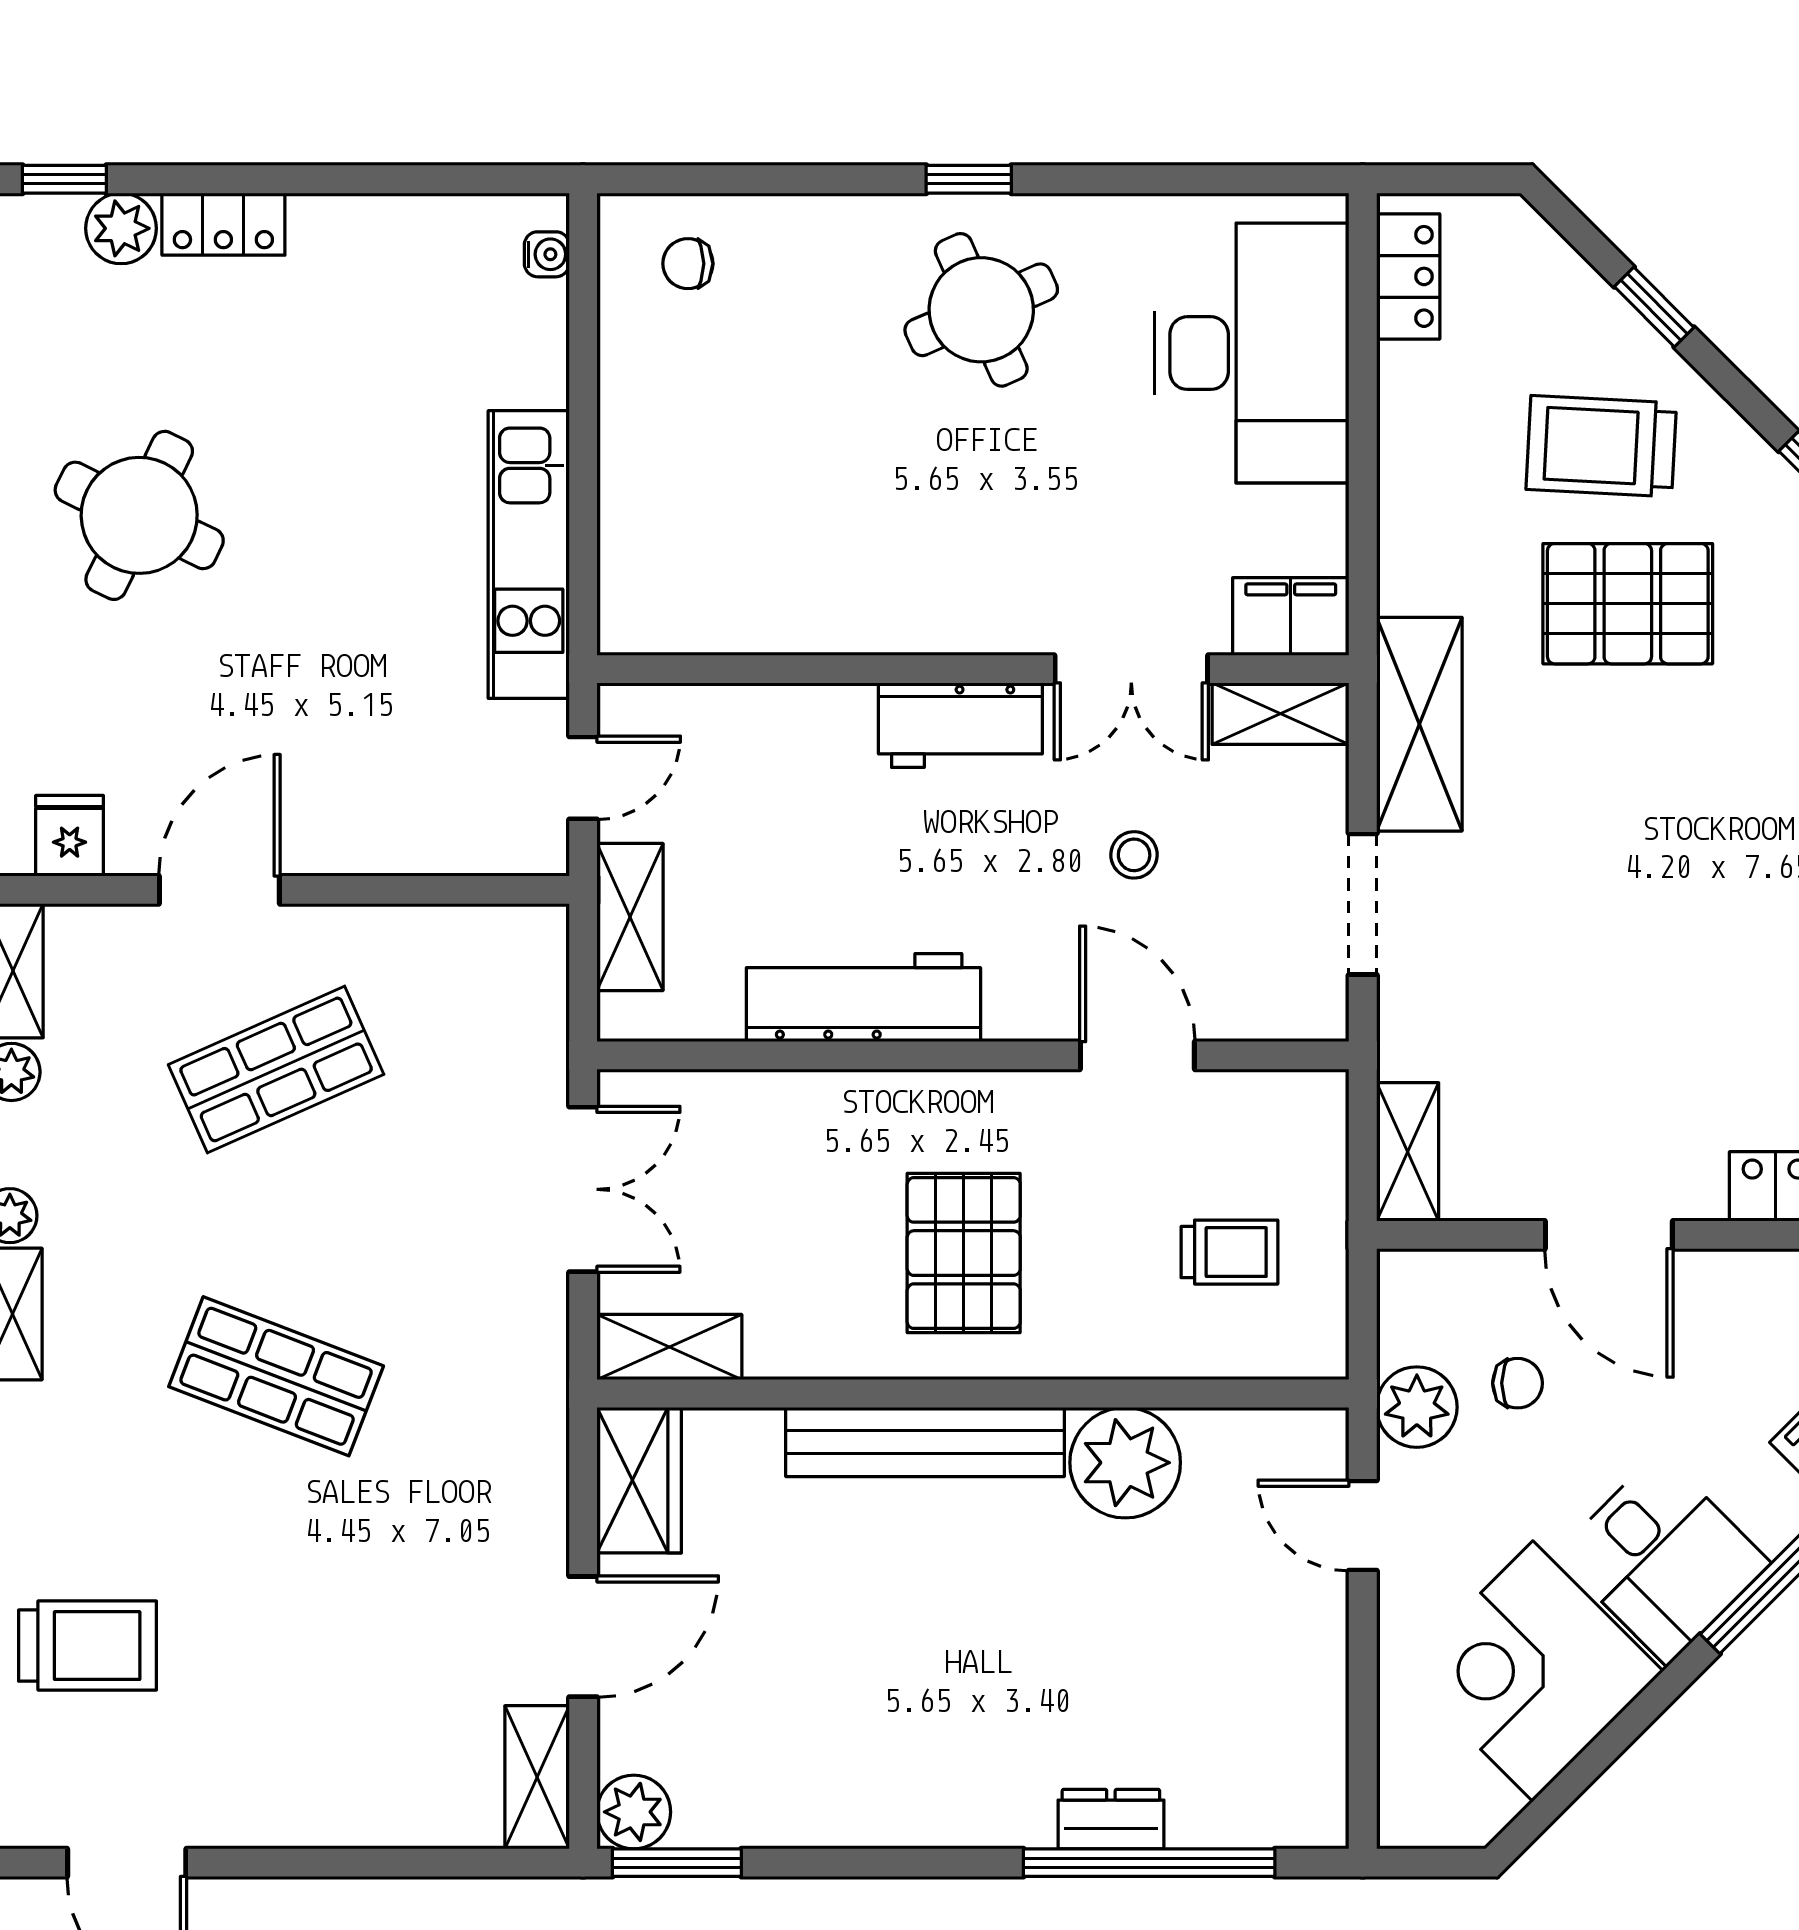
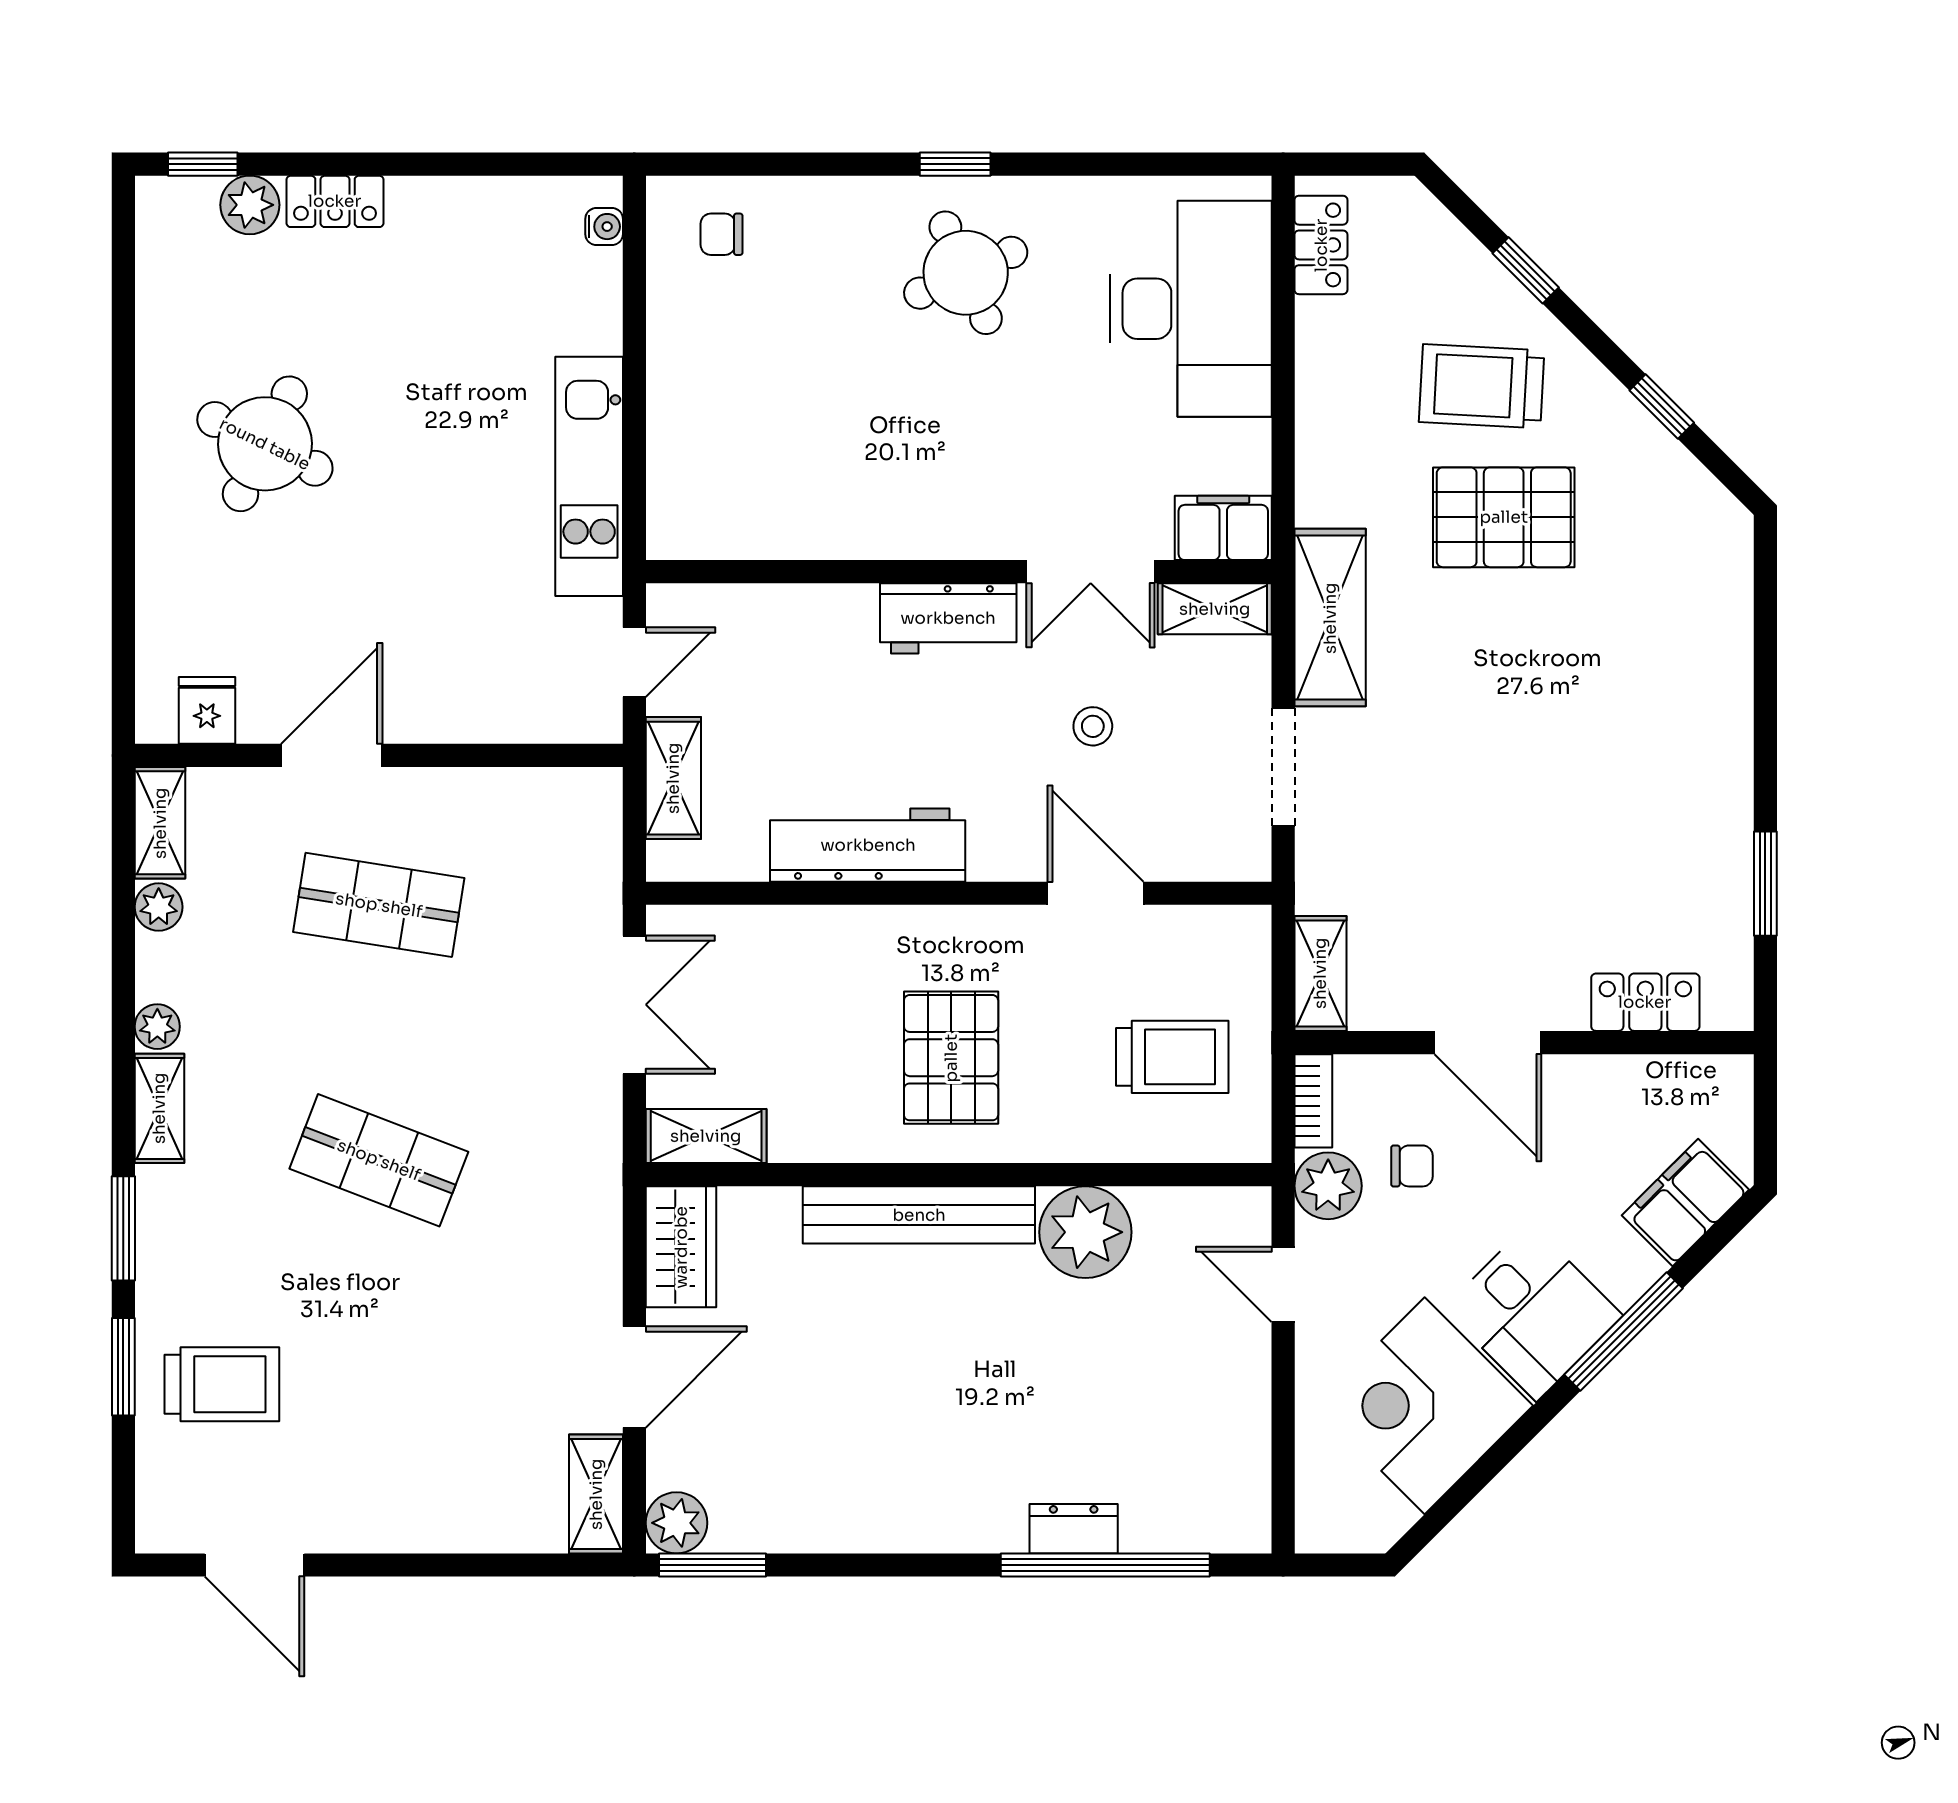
shop shelf: (276, 1069) -> (379, 905), turned 33
trolley: (1229, 1252) -> (1172, 1057), width x1.36, depth x1.39
bookcase: (1399, 1305) -> (1313, 1101), added

